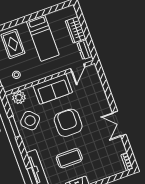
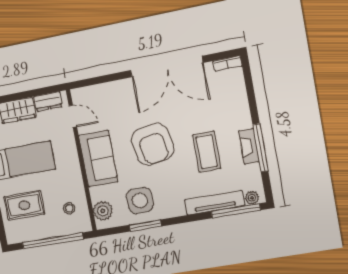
side table: (30, 121) -> (140, 200), turned 45
armchair: (68, 123) -> (152, 144), turned -100
double door: (119, 124) -> (167, 67), width x1.87

